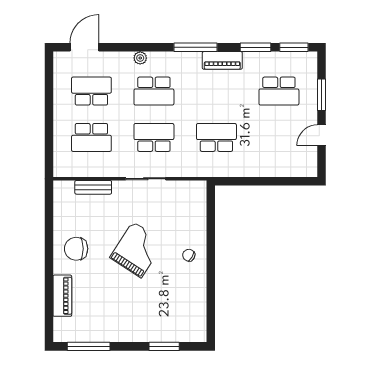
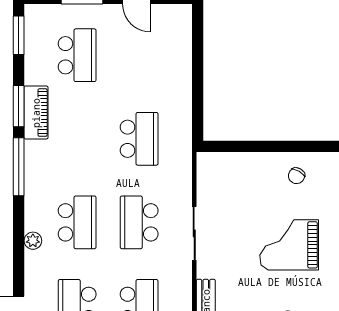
window: (256, 47) -> (19, 106), moved
piano: (222, 60) -> (36, 113), moved
school desk: (216, 137) -> (139, 139), turned 180
grand piano: (137, 250) -> (289, 245), turned -33

